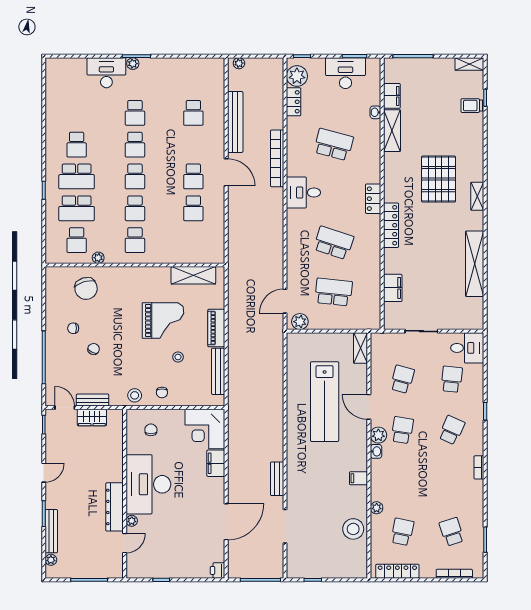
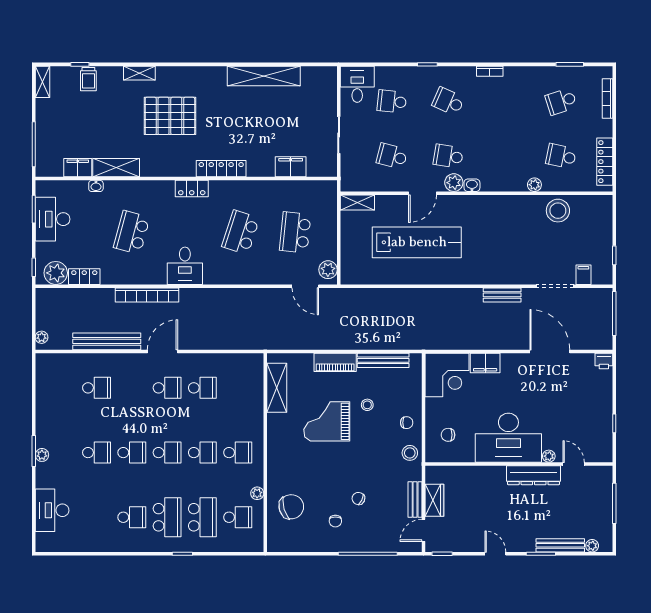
desk: (106, 73) -> (52, 510), moved
shelving: (477, 196) -> (139, 73), moved
grand piano: (163, 321) -> (327, 421), turned -90
filing cabinet: (358, 478) -> (583, 275), moved, turned 180

